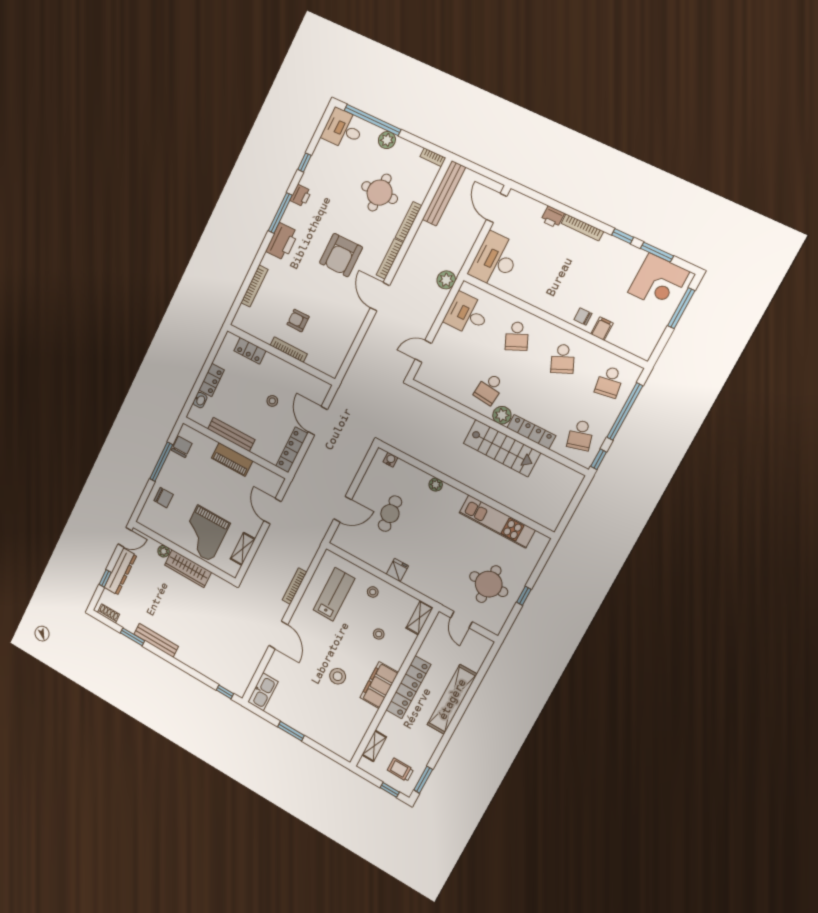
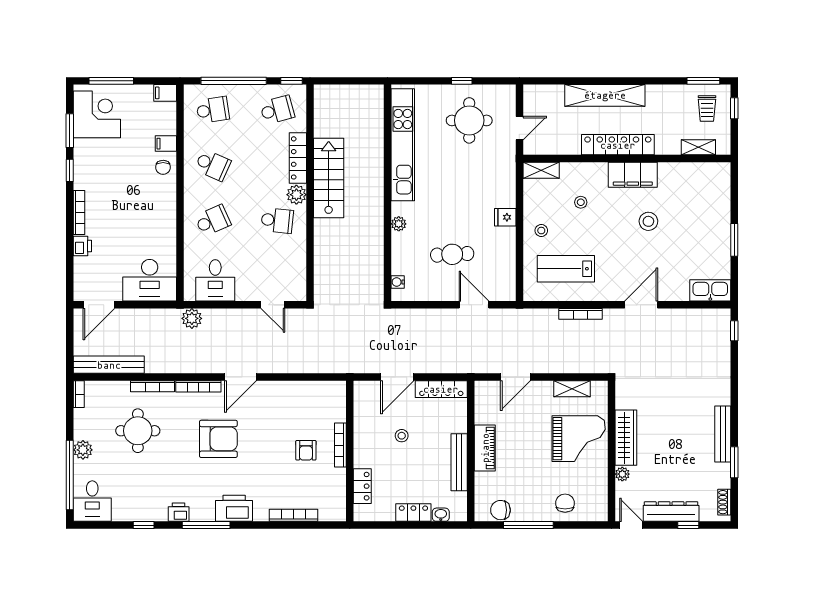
filing cabinet: (646, 349) -> (165, 93), added
school desk: (563, 359) -> (213, 165), turned 48
kitchen unit: (497, 521) -> (403, 145), width x1.36

